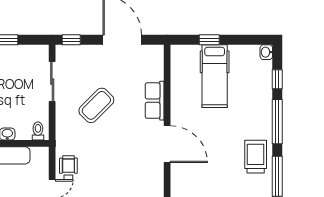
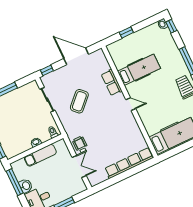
hospital bed: (215, 76) -> (139, 70), moved, turned -90
window: (277, 79) -> (171, 26), moved
door: (167, 144) -> (131, 104), width x0.53

